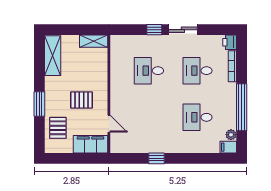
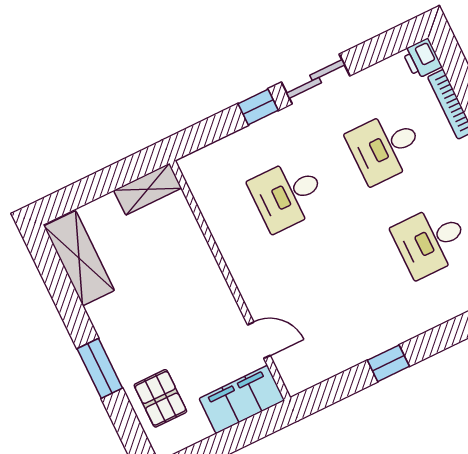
pallet: (81, 100) -> (181, 319), removed

